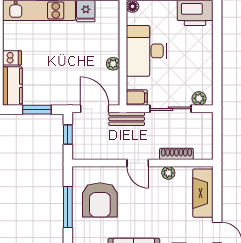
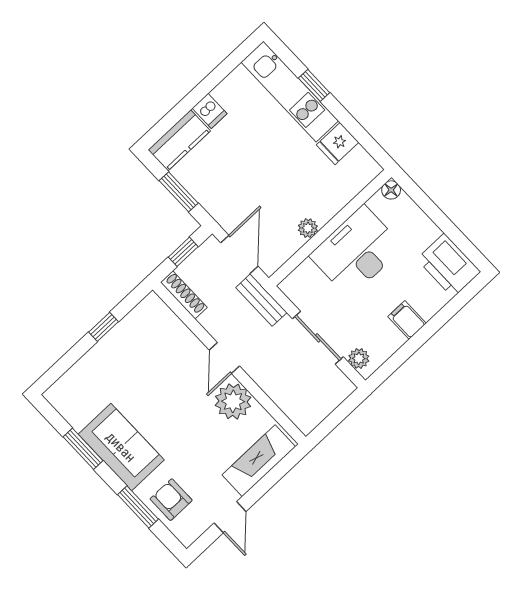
filing cabinet: (137, 98) -> (407, 320), moved, turned 180
shoe rack: (176, 154) -> (184, 295), moved
plant: (168, 173) -> (233, 401), width x1.87, depth x1.87
armchair: (100, 200) -> (145, 355), removed
window: (68, 207) -> (104, 327), width x0.46

